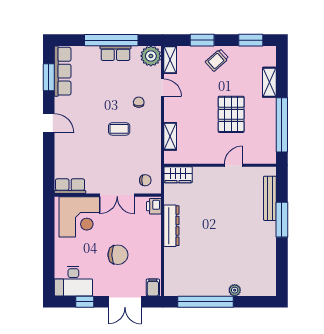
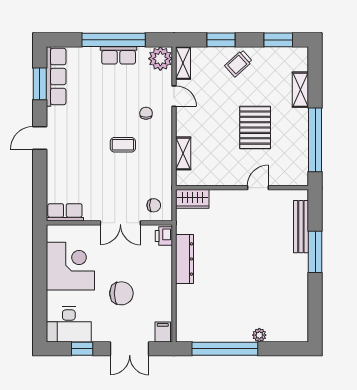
door: (49, 123) -> (40, 138), swing flipped
corner desk: (79, 217) -> (70, 266), moved, turned -90

